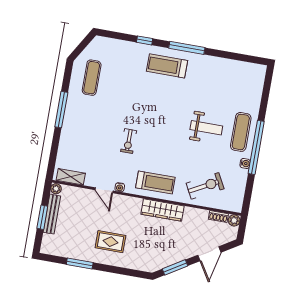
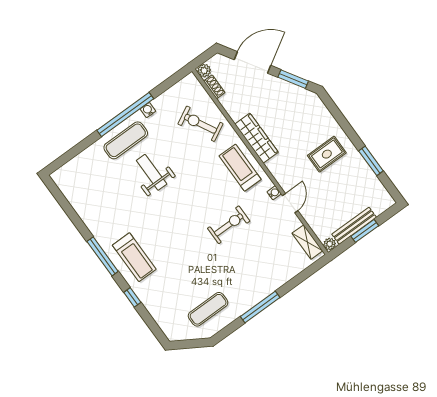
exercise bike: (129, 141) -> (229, 225), width x1.38, depth x1.39
rug: (110, 242) -> (327, 154), turned 90
door: (209, 254) -> (253, 63), width x1.36

